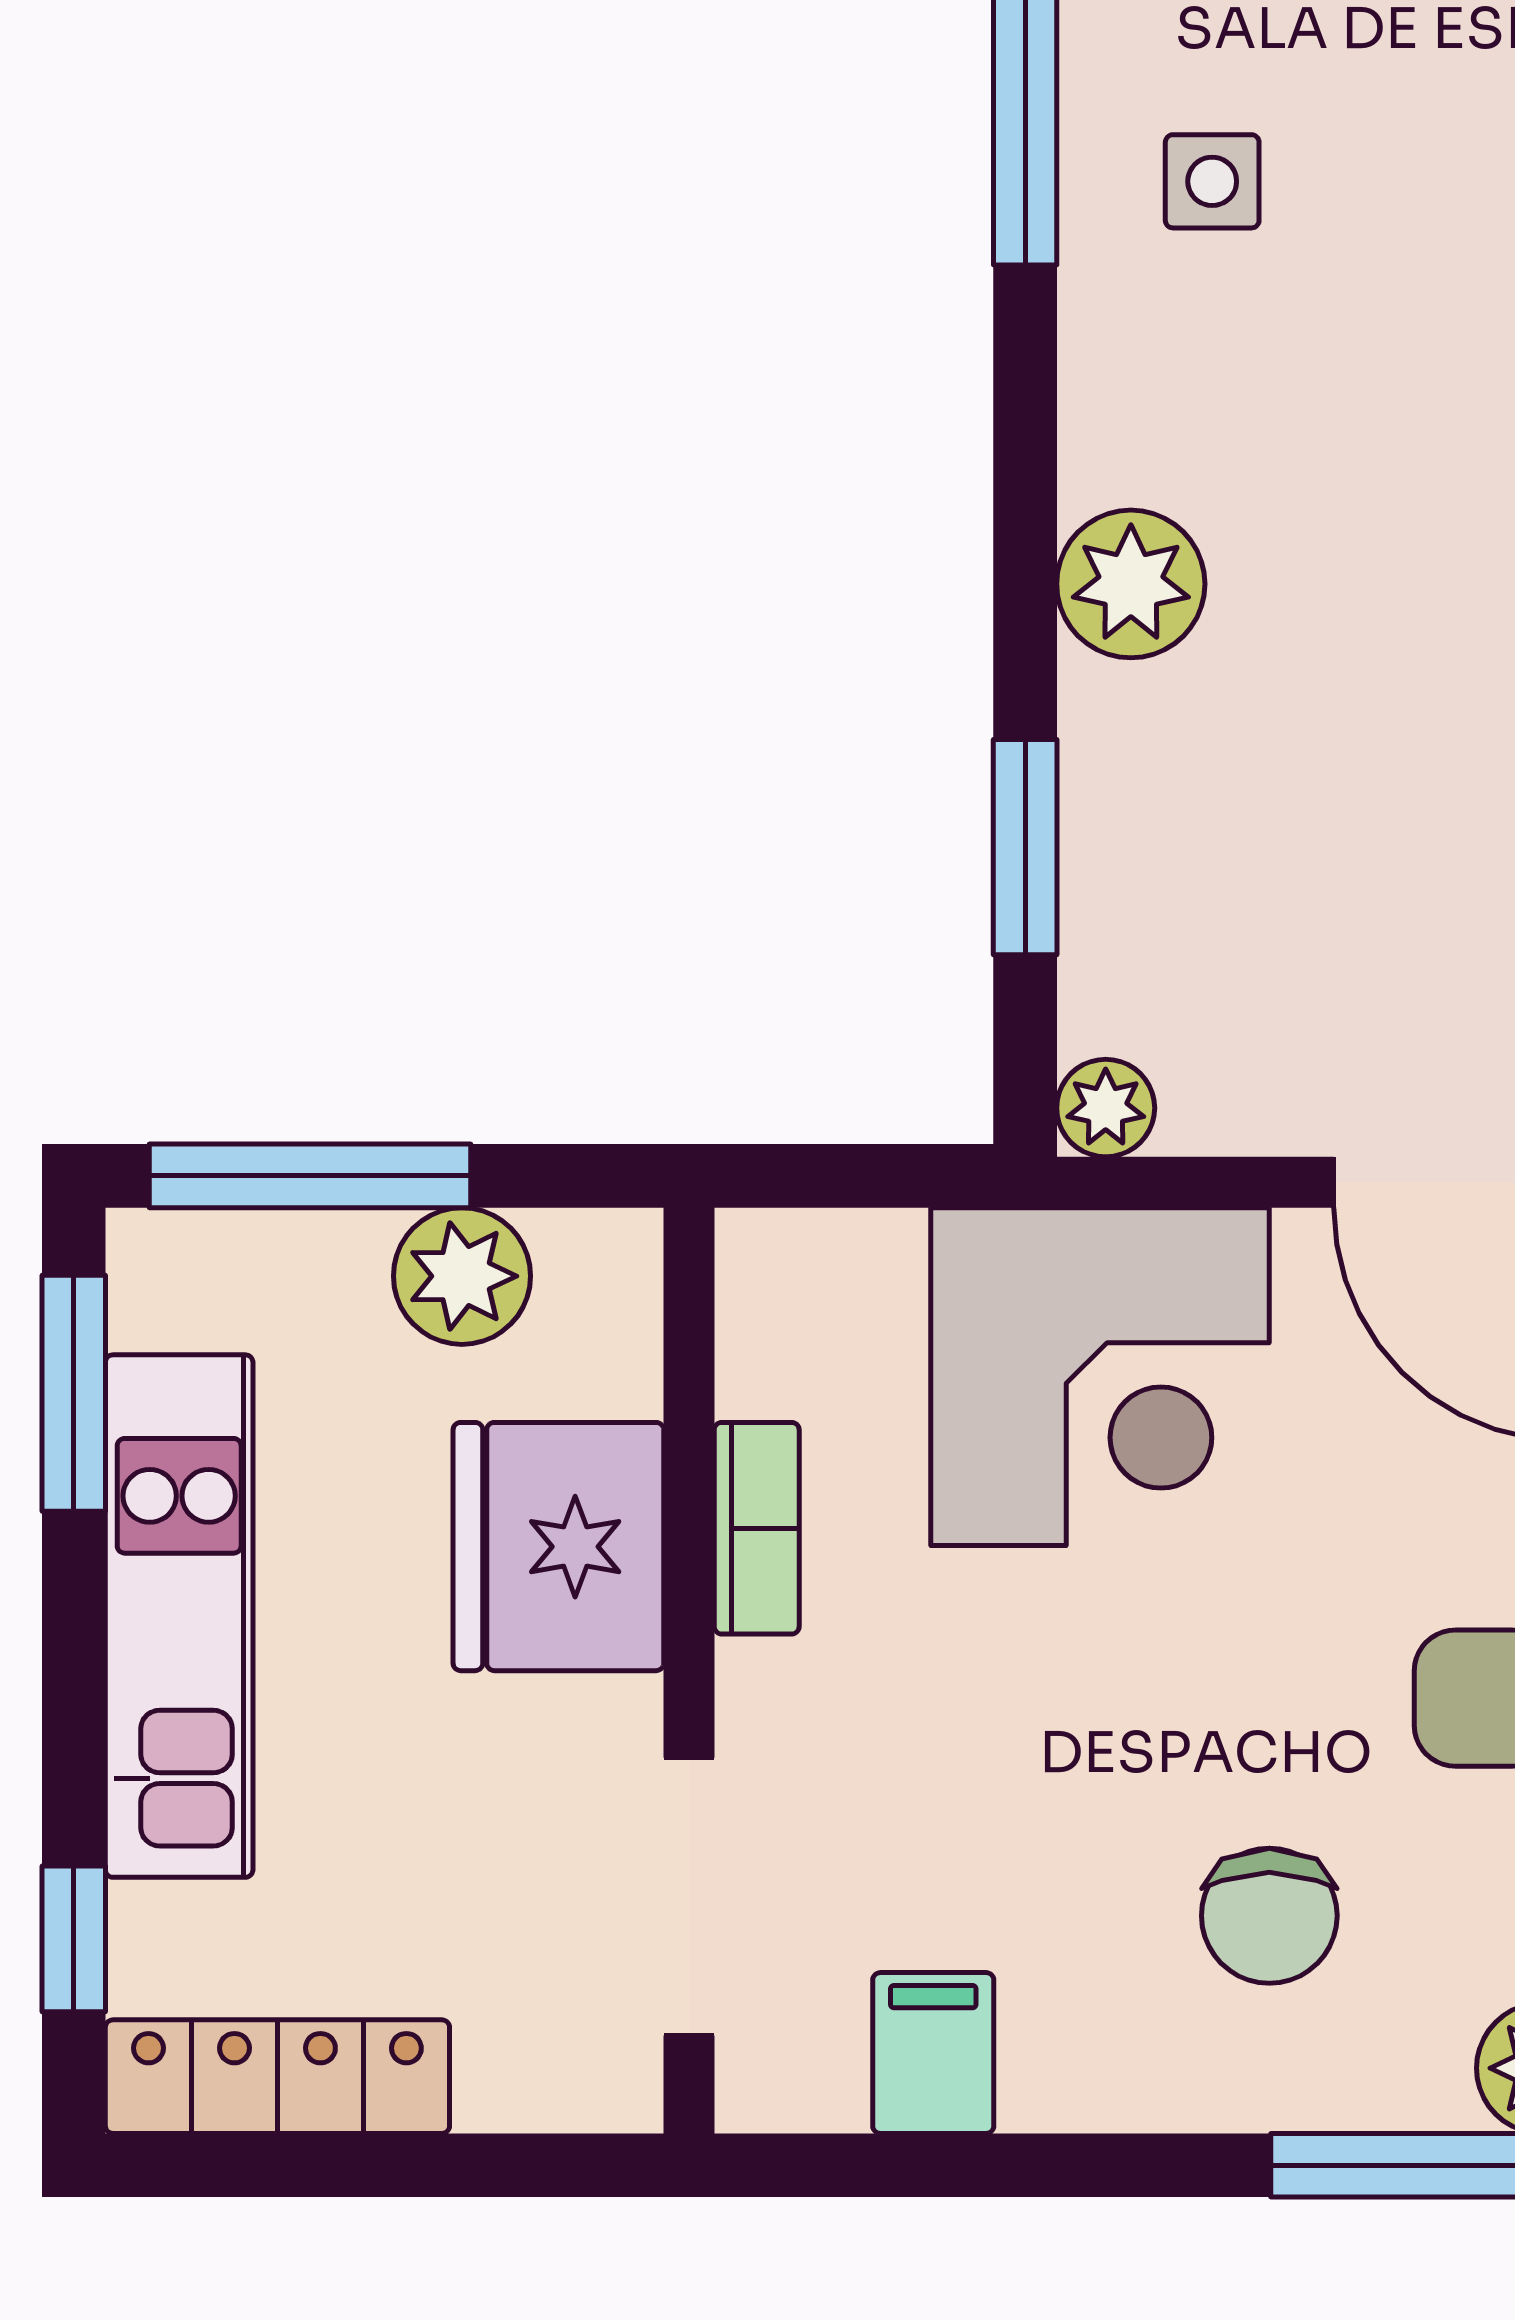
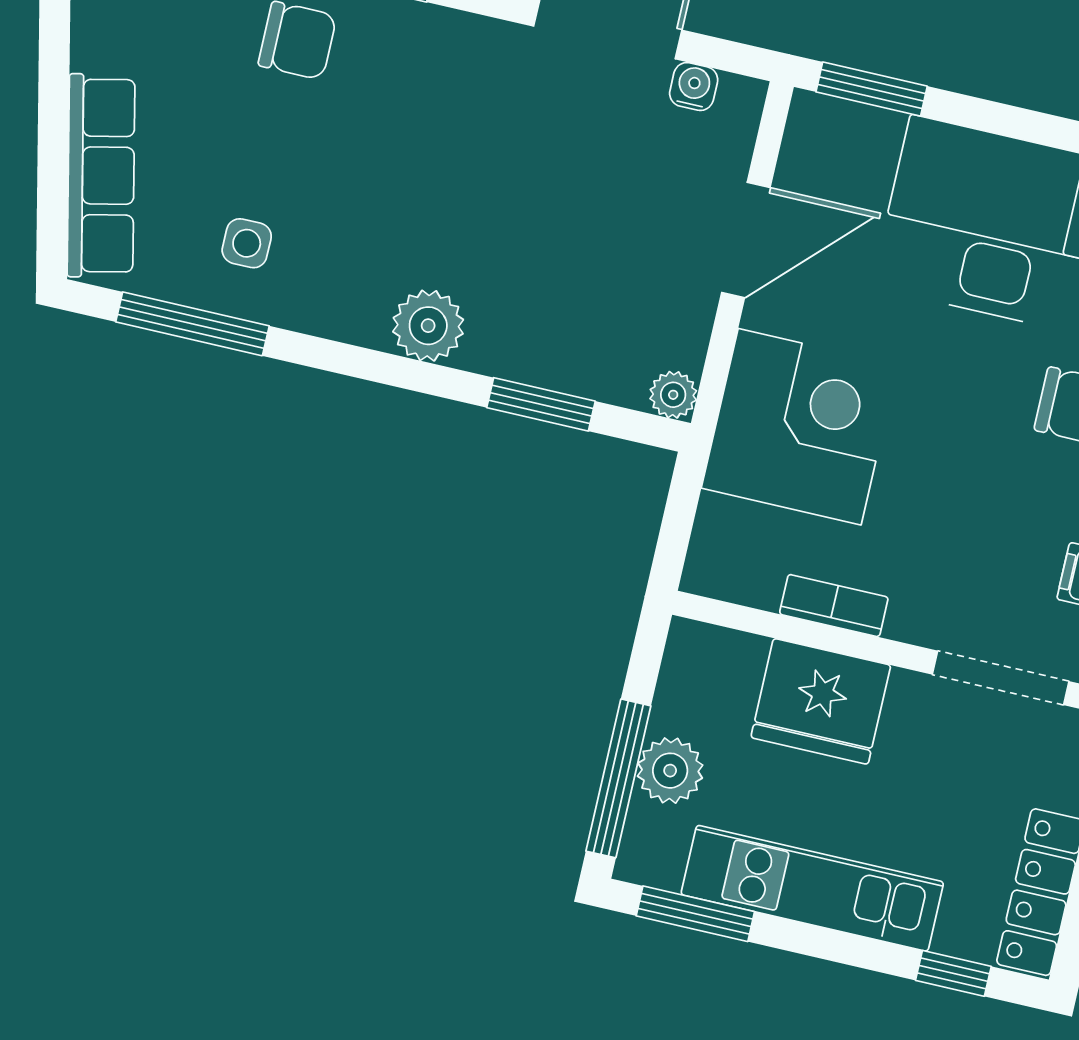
plant: (462, 1276) -> (670, 771), moved

